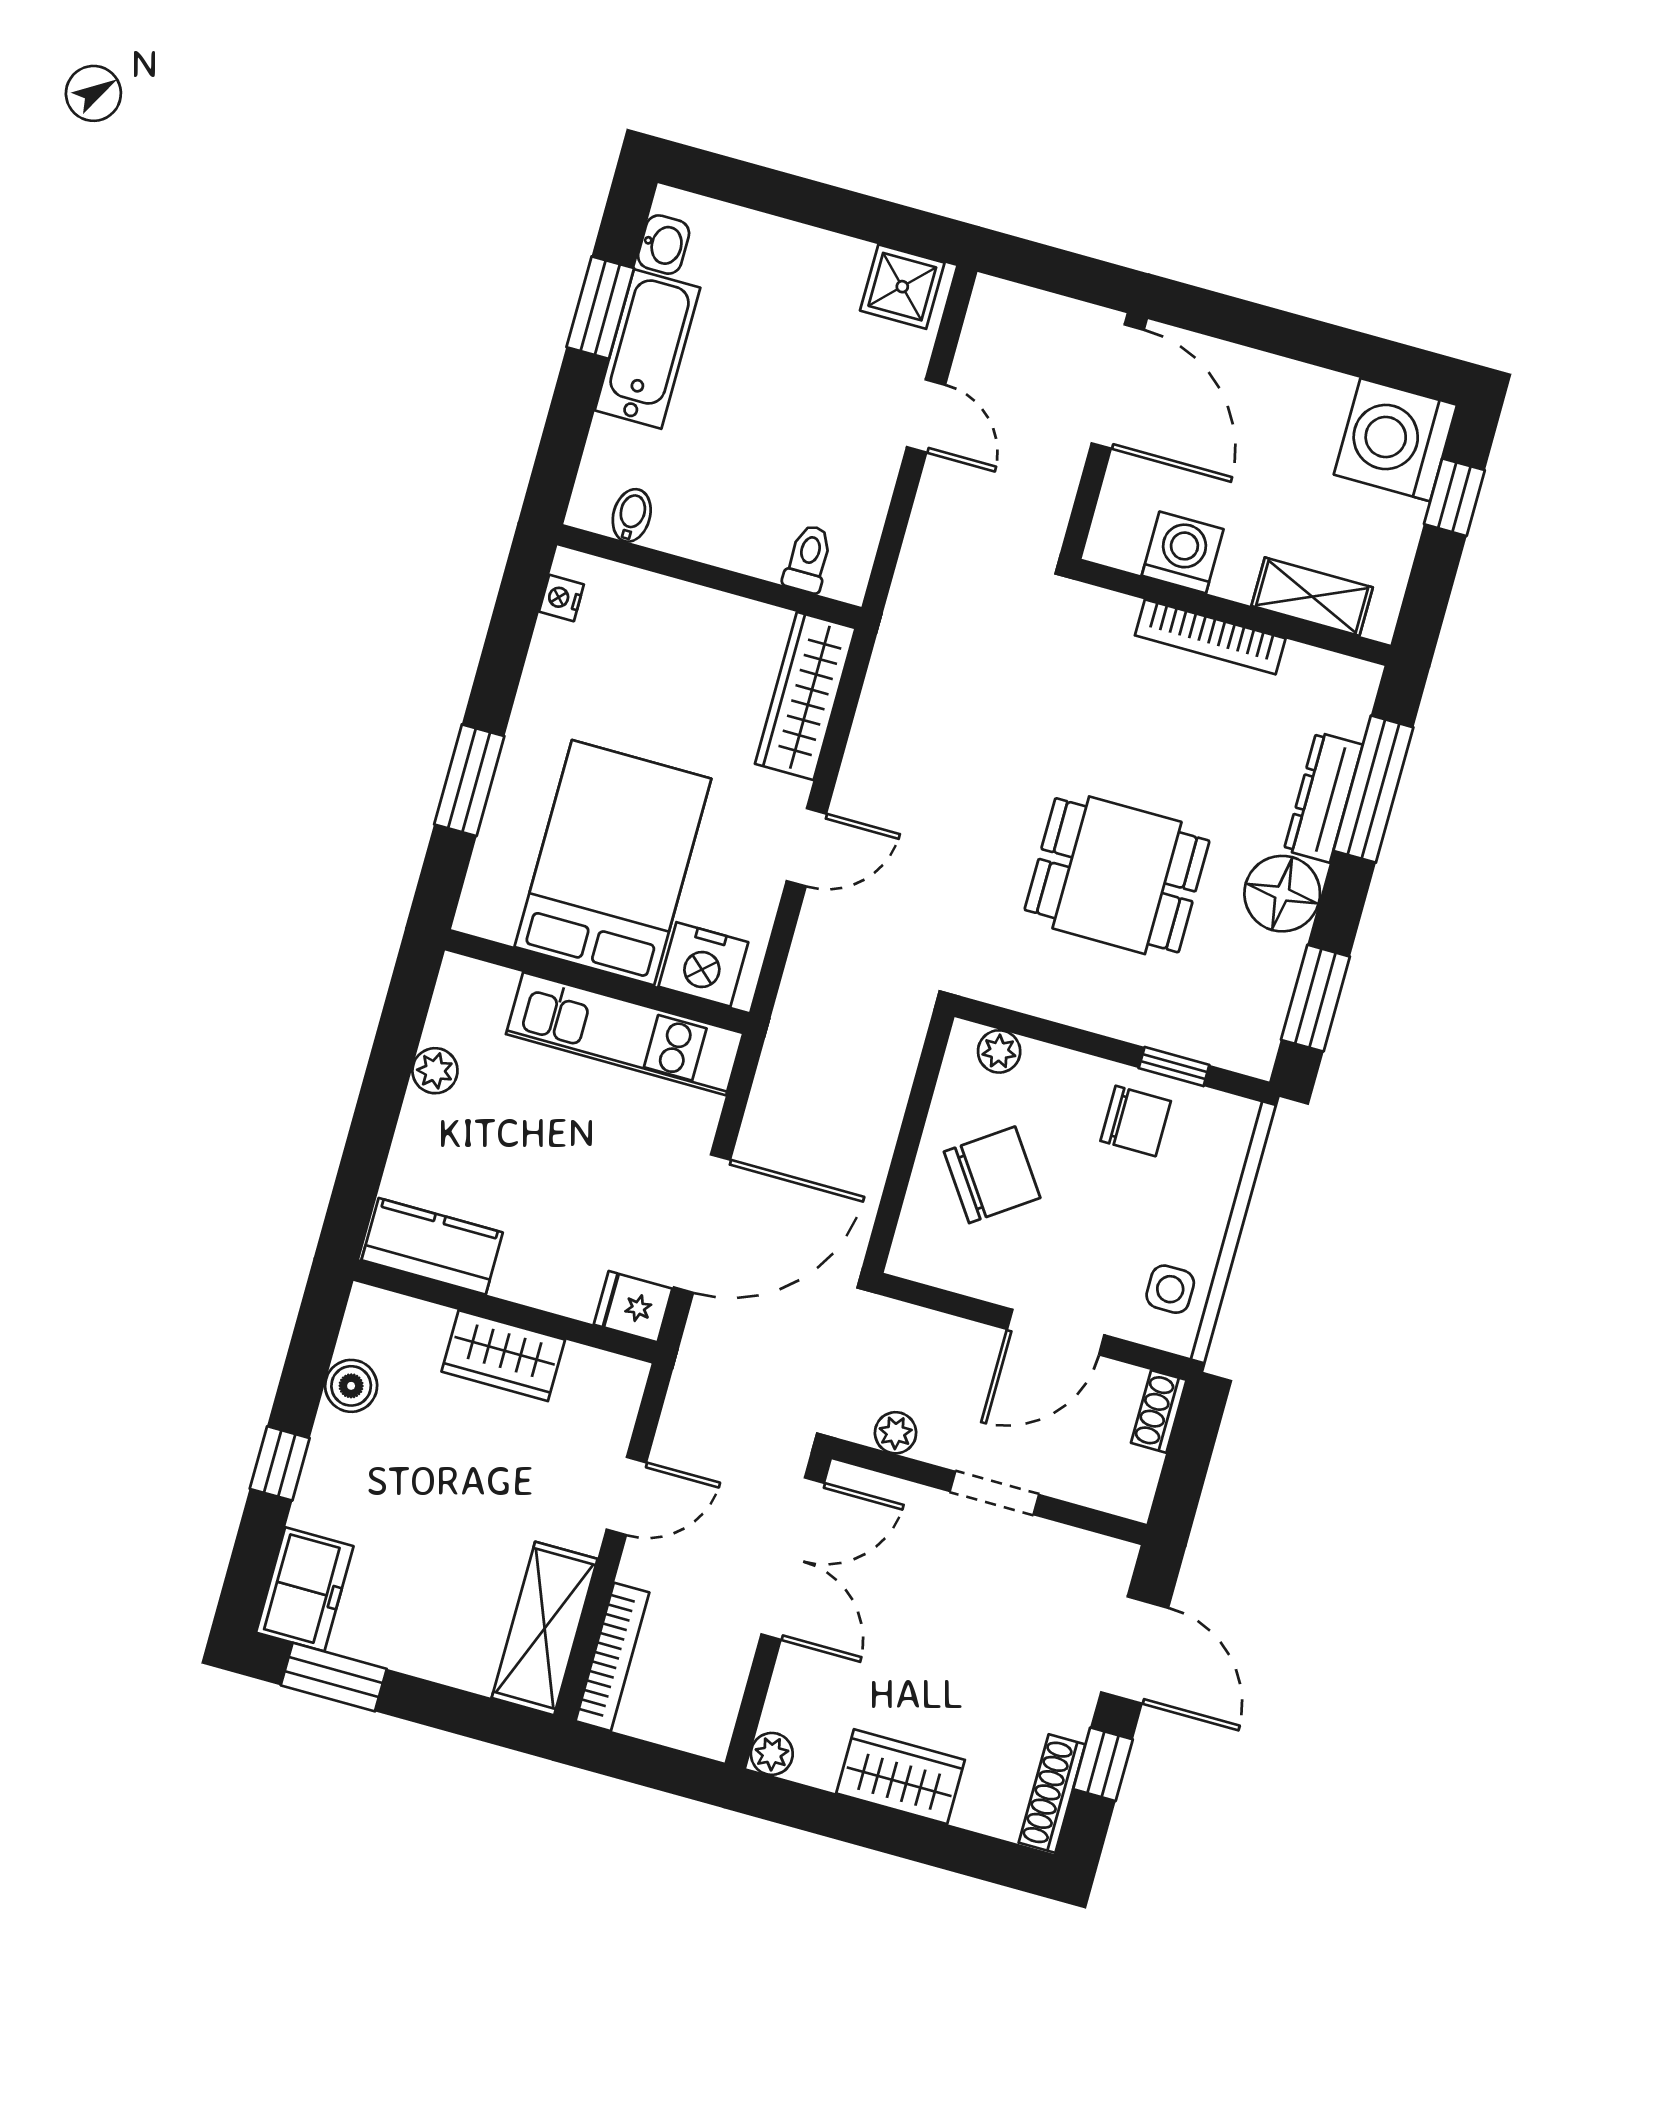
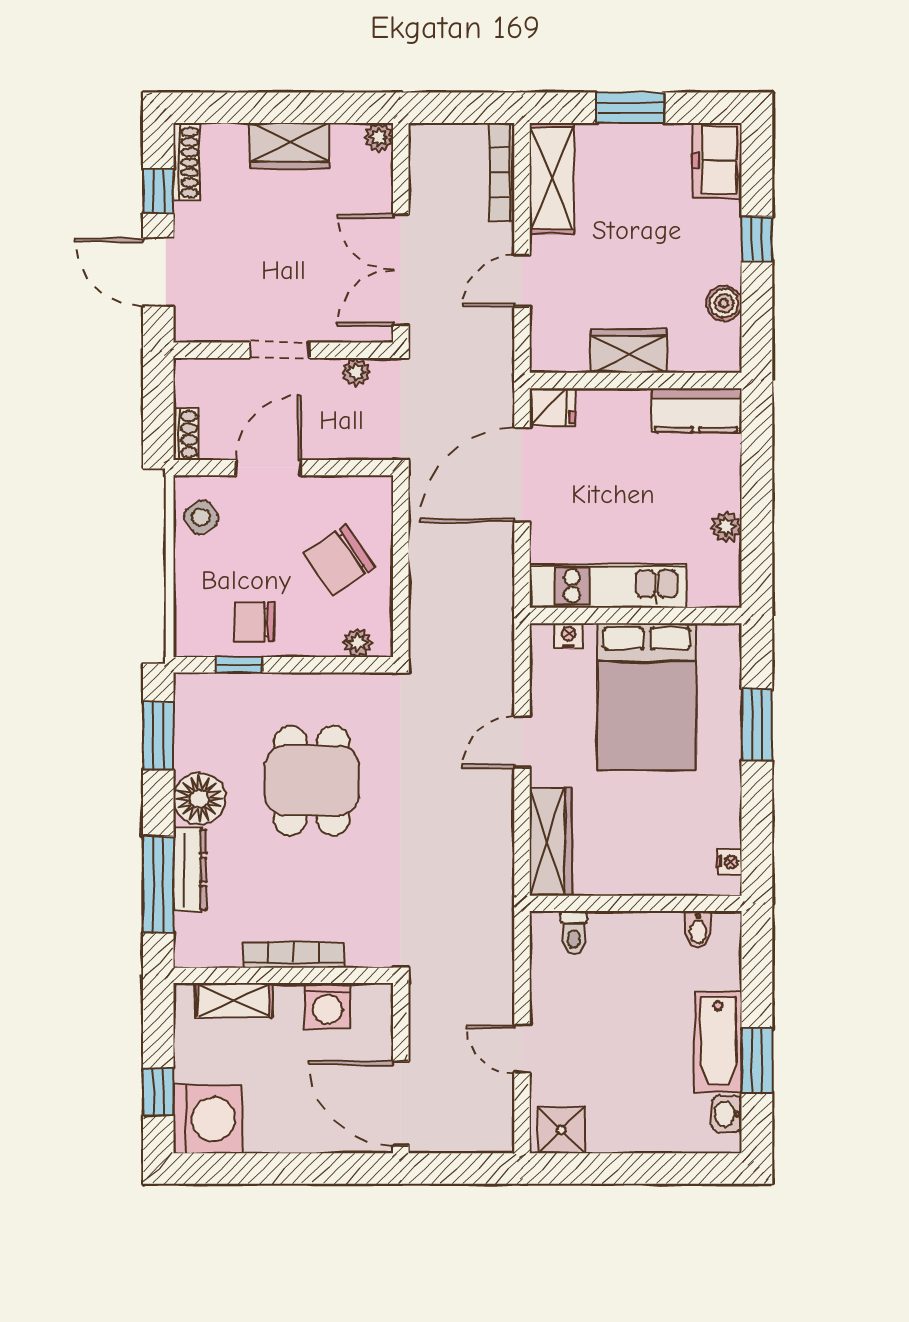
dining table: (1117, 875) -> (312, 781), turned 90
nightstand: (703, 964) -> (569, 636), width x0.53, depth x0.56
side table: (1170, 1289) -> (201, 517), turned -31
window: (334, 1677) -> (630, 108), moved

